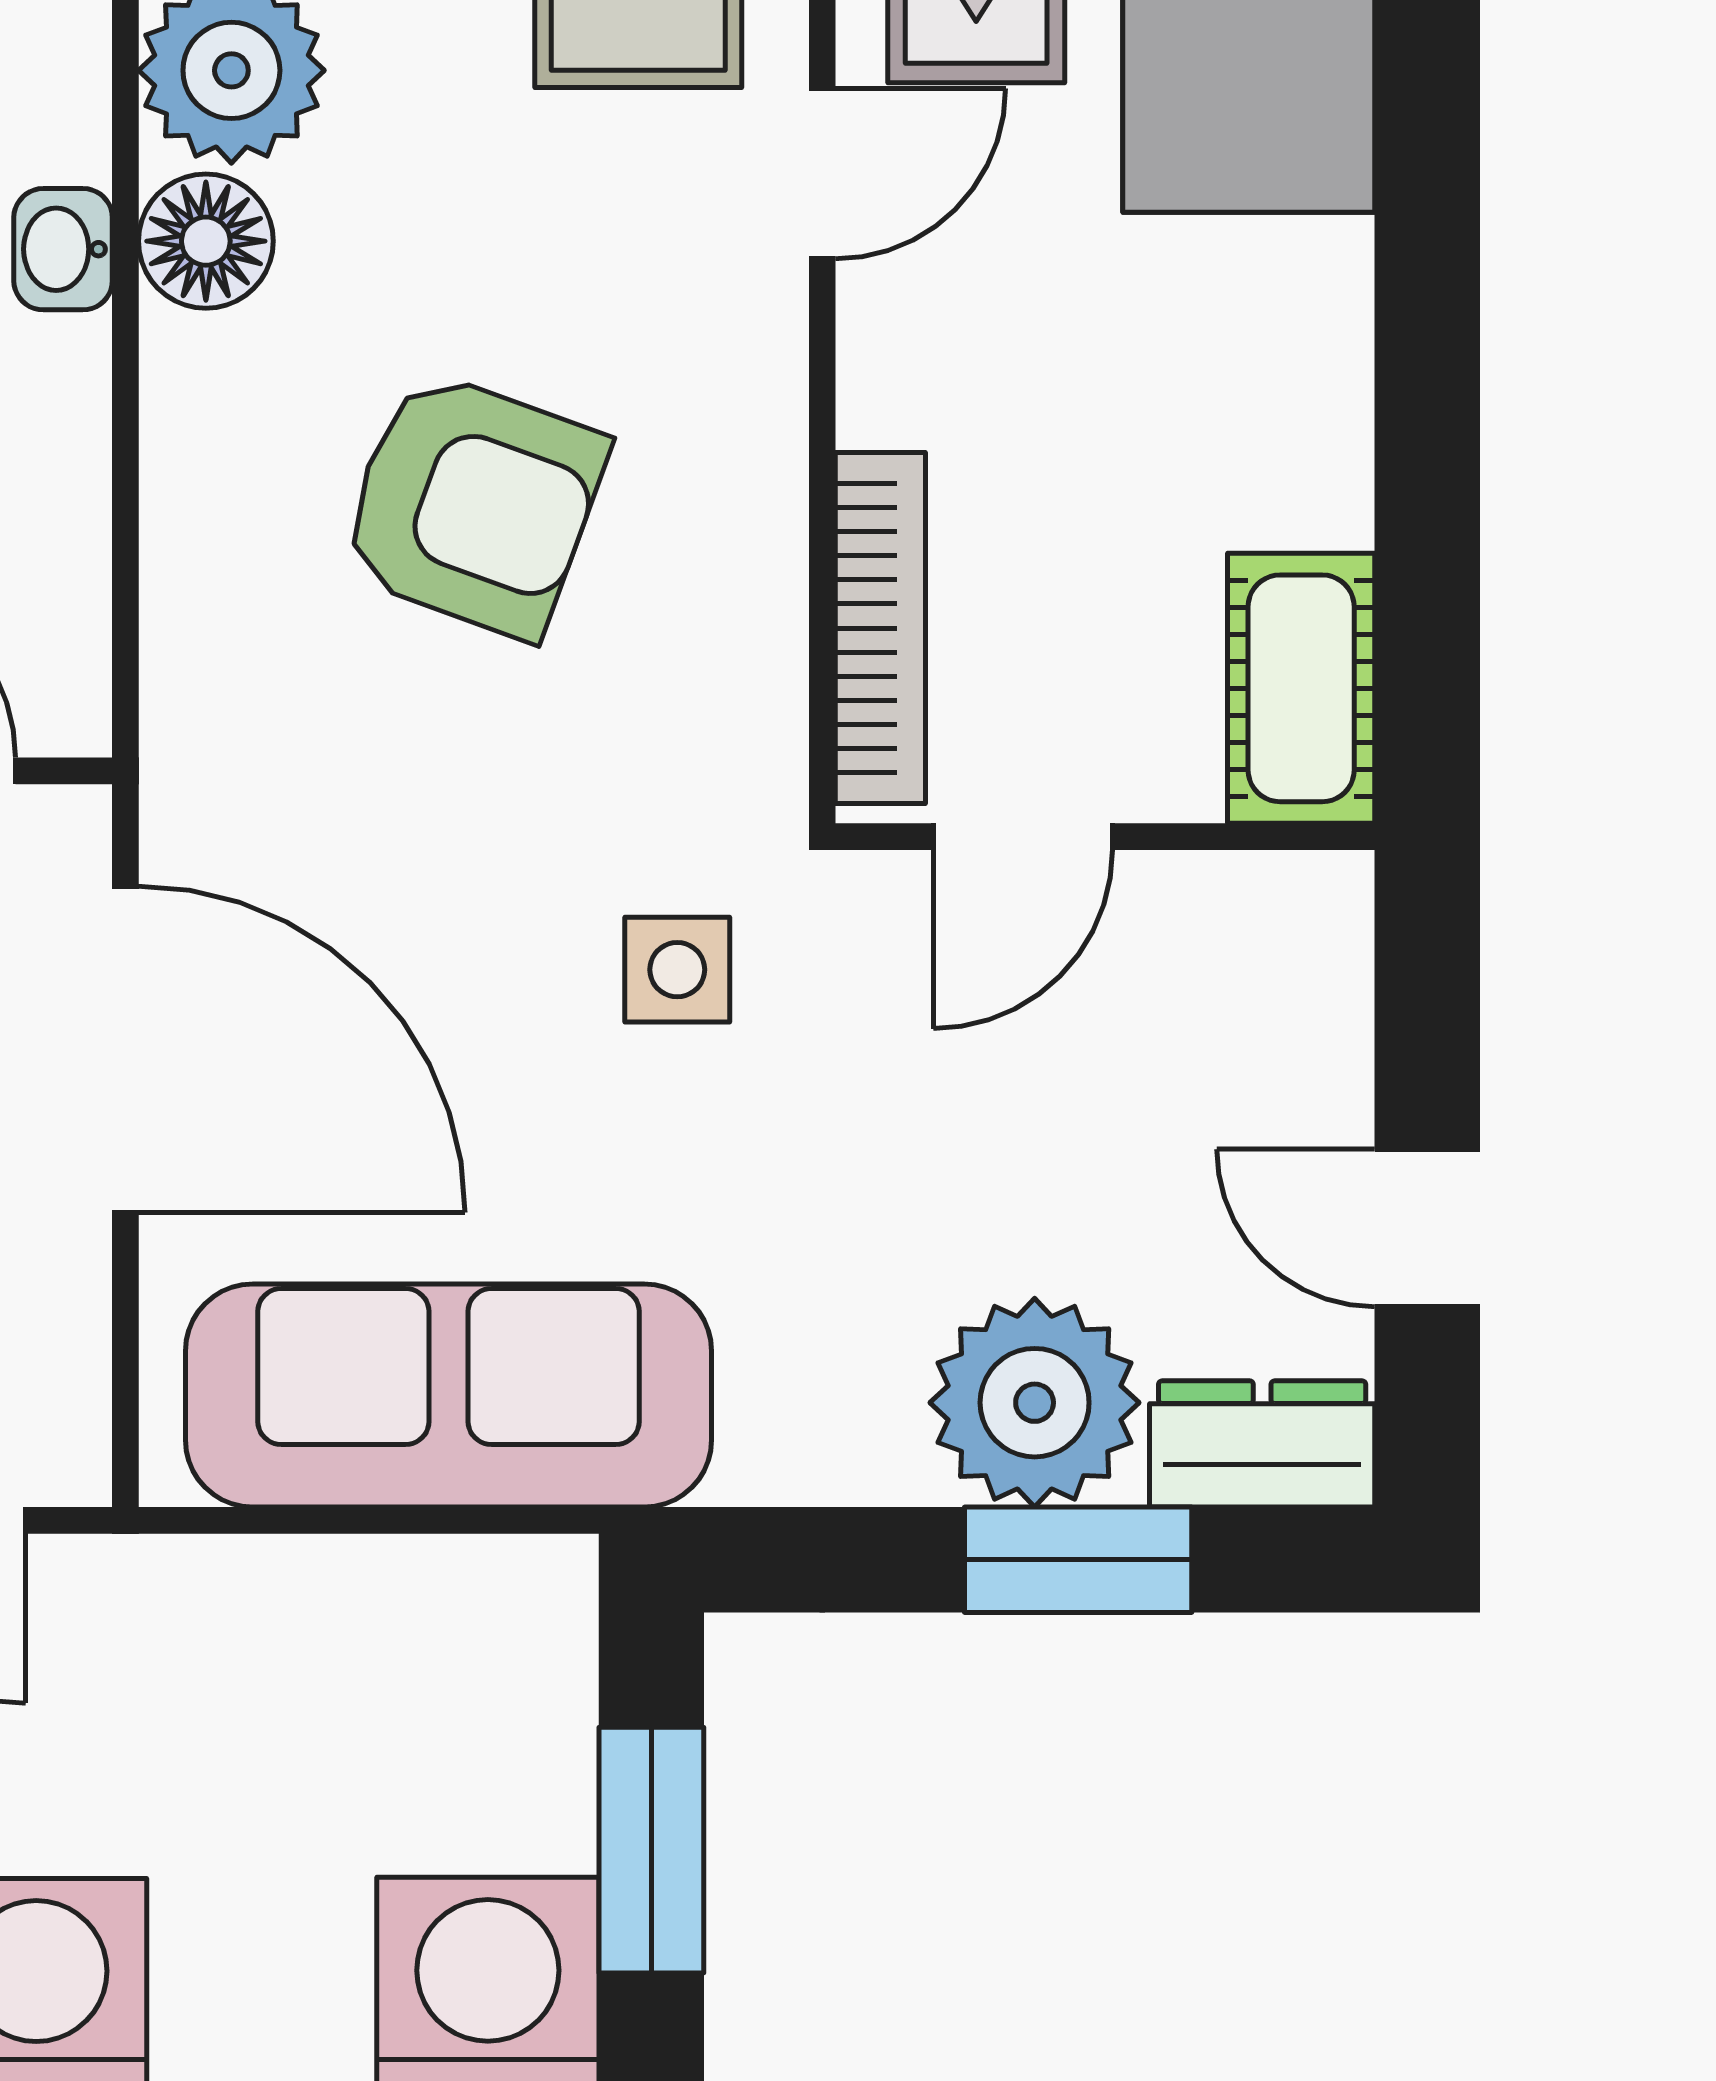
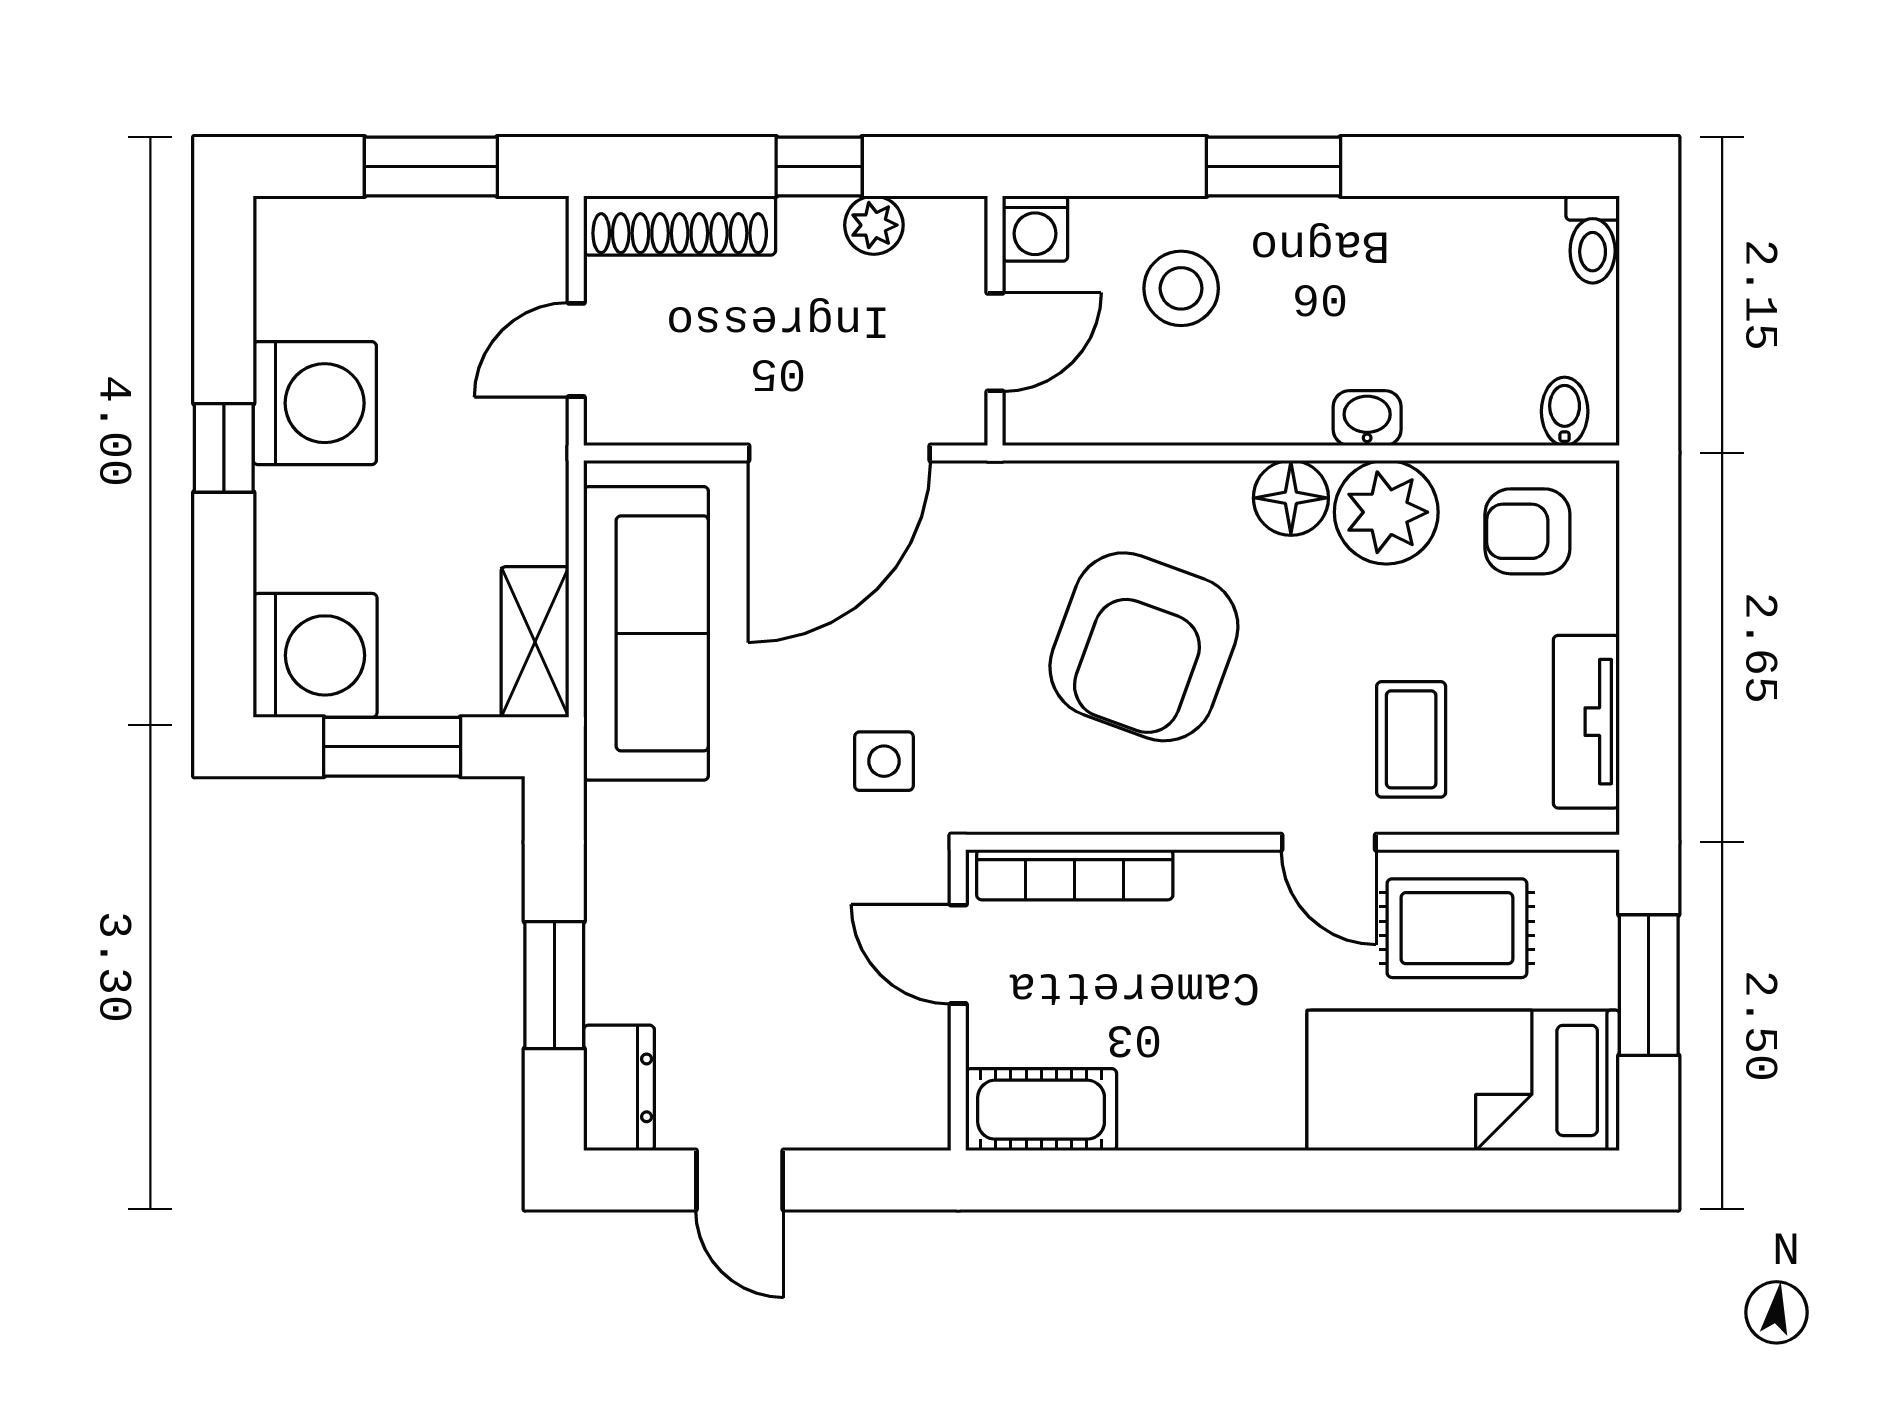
washbasin: (63, 249) -> (1367, 418), moved
armchair: (473, 504) -> (1144, 647), width x1.36, depth x1.36
door: (1427, 1228) -> (740, 1180), swing flipped
plant: (1035, 1403) -> (642, 961), removed
shelving: (464, 1594) -> (535, 642), added

